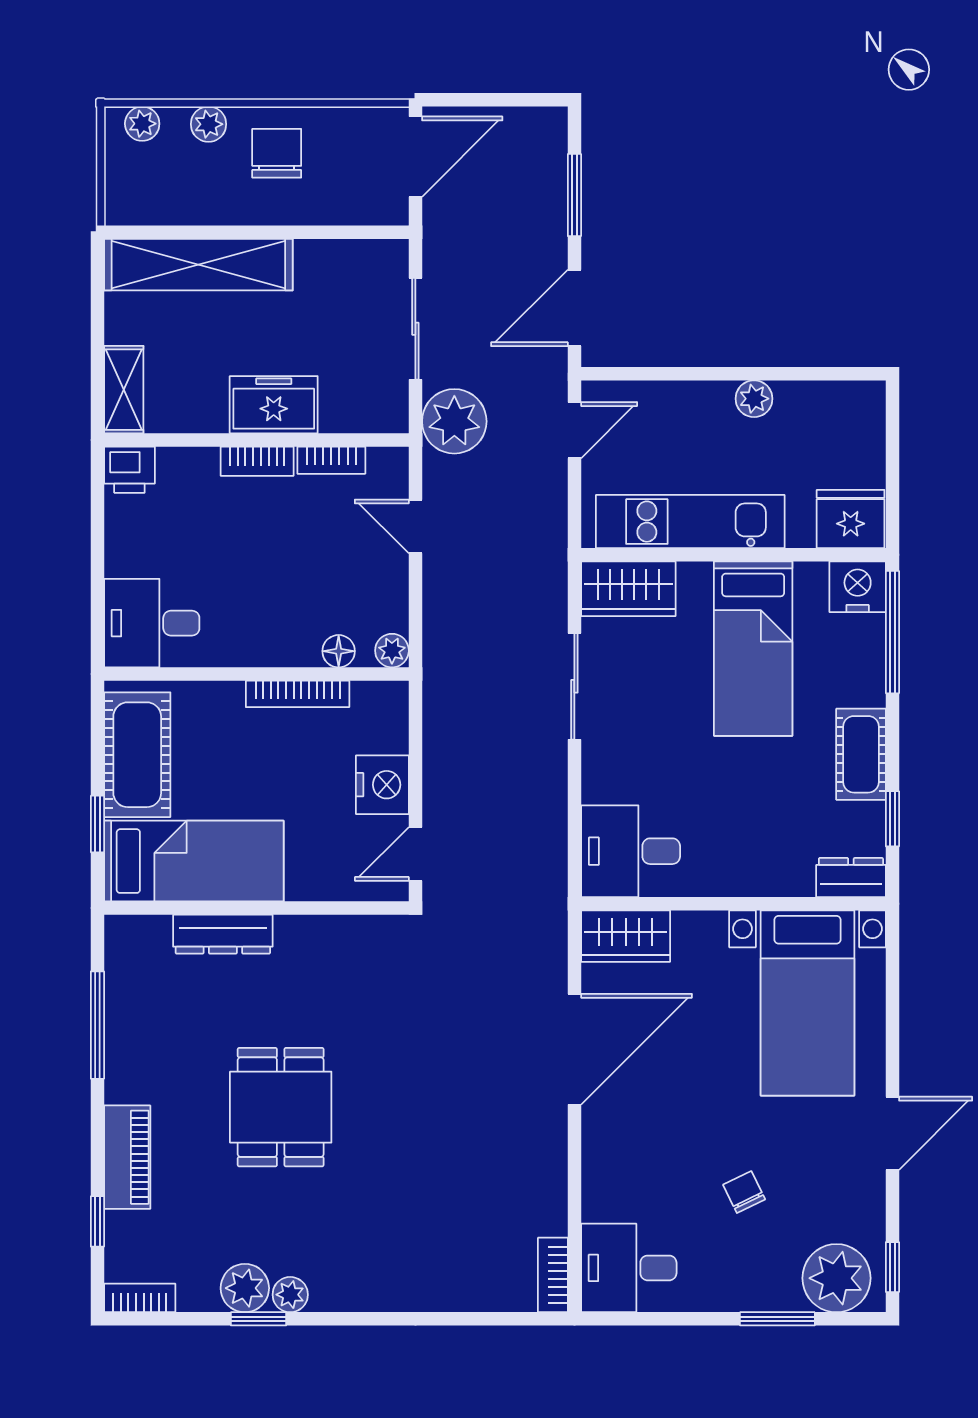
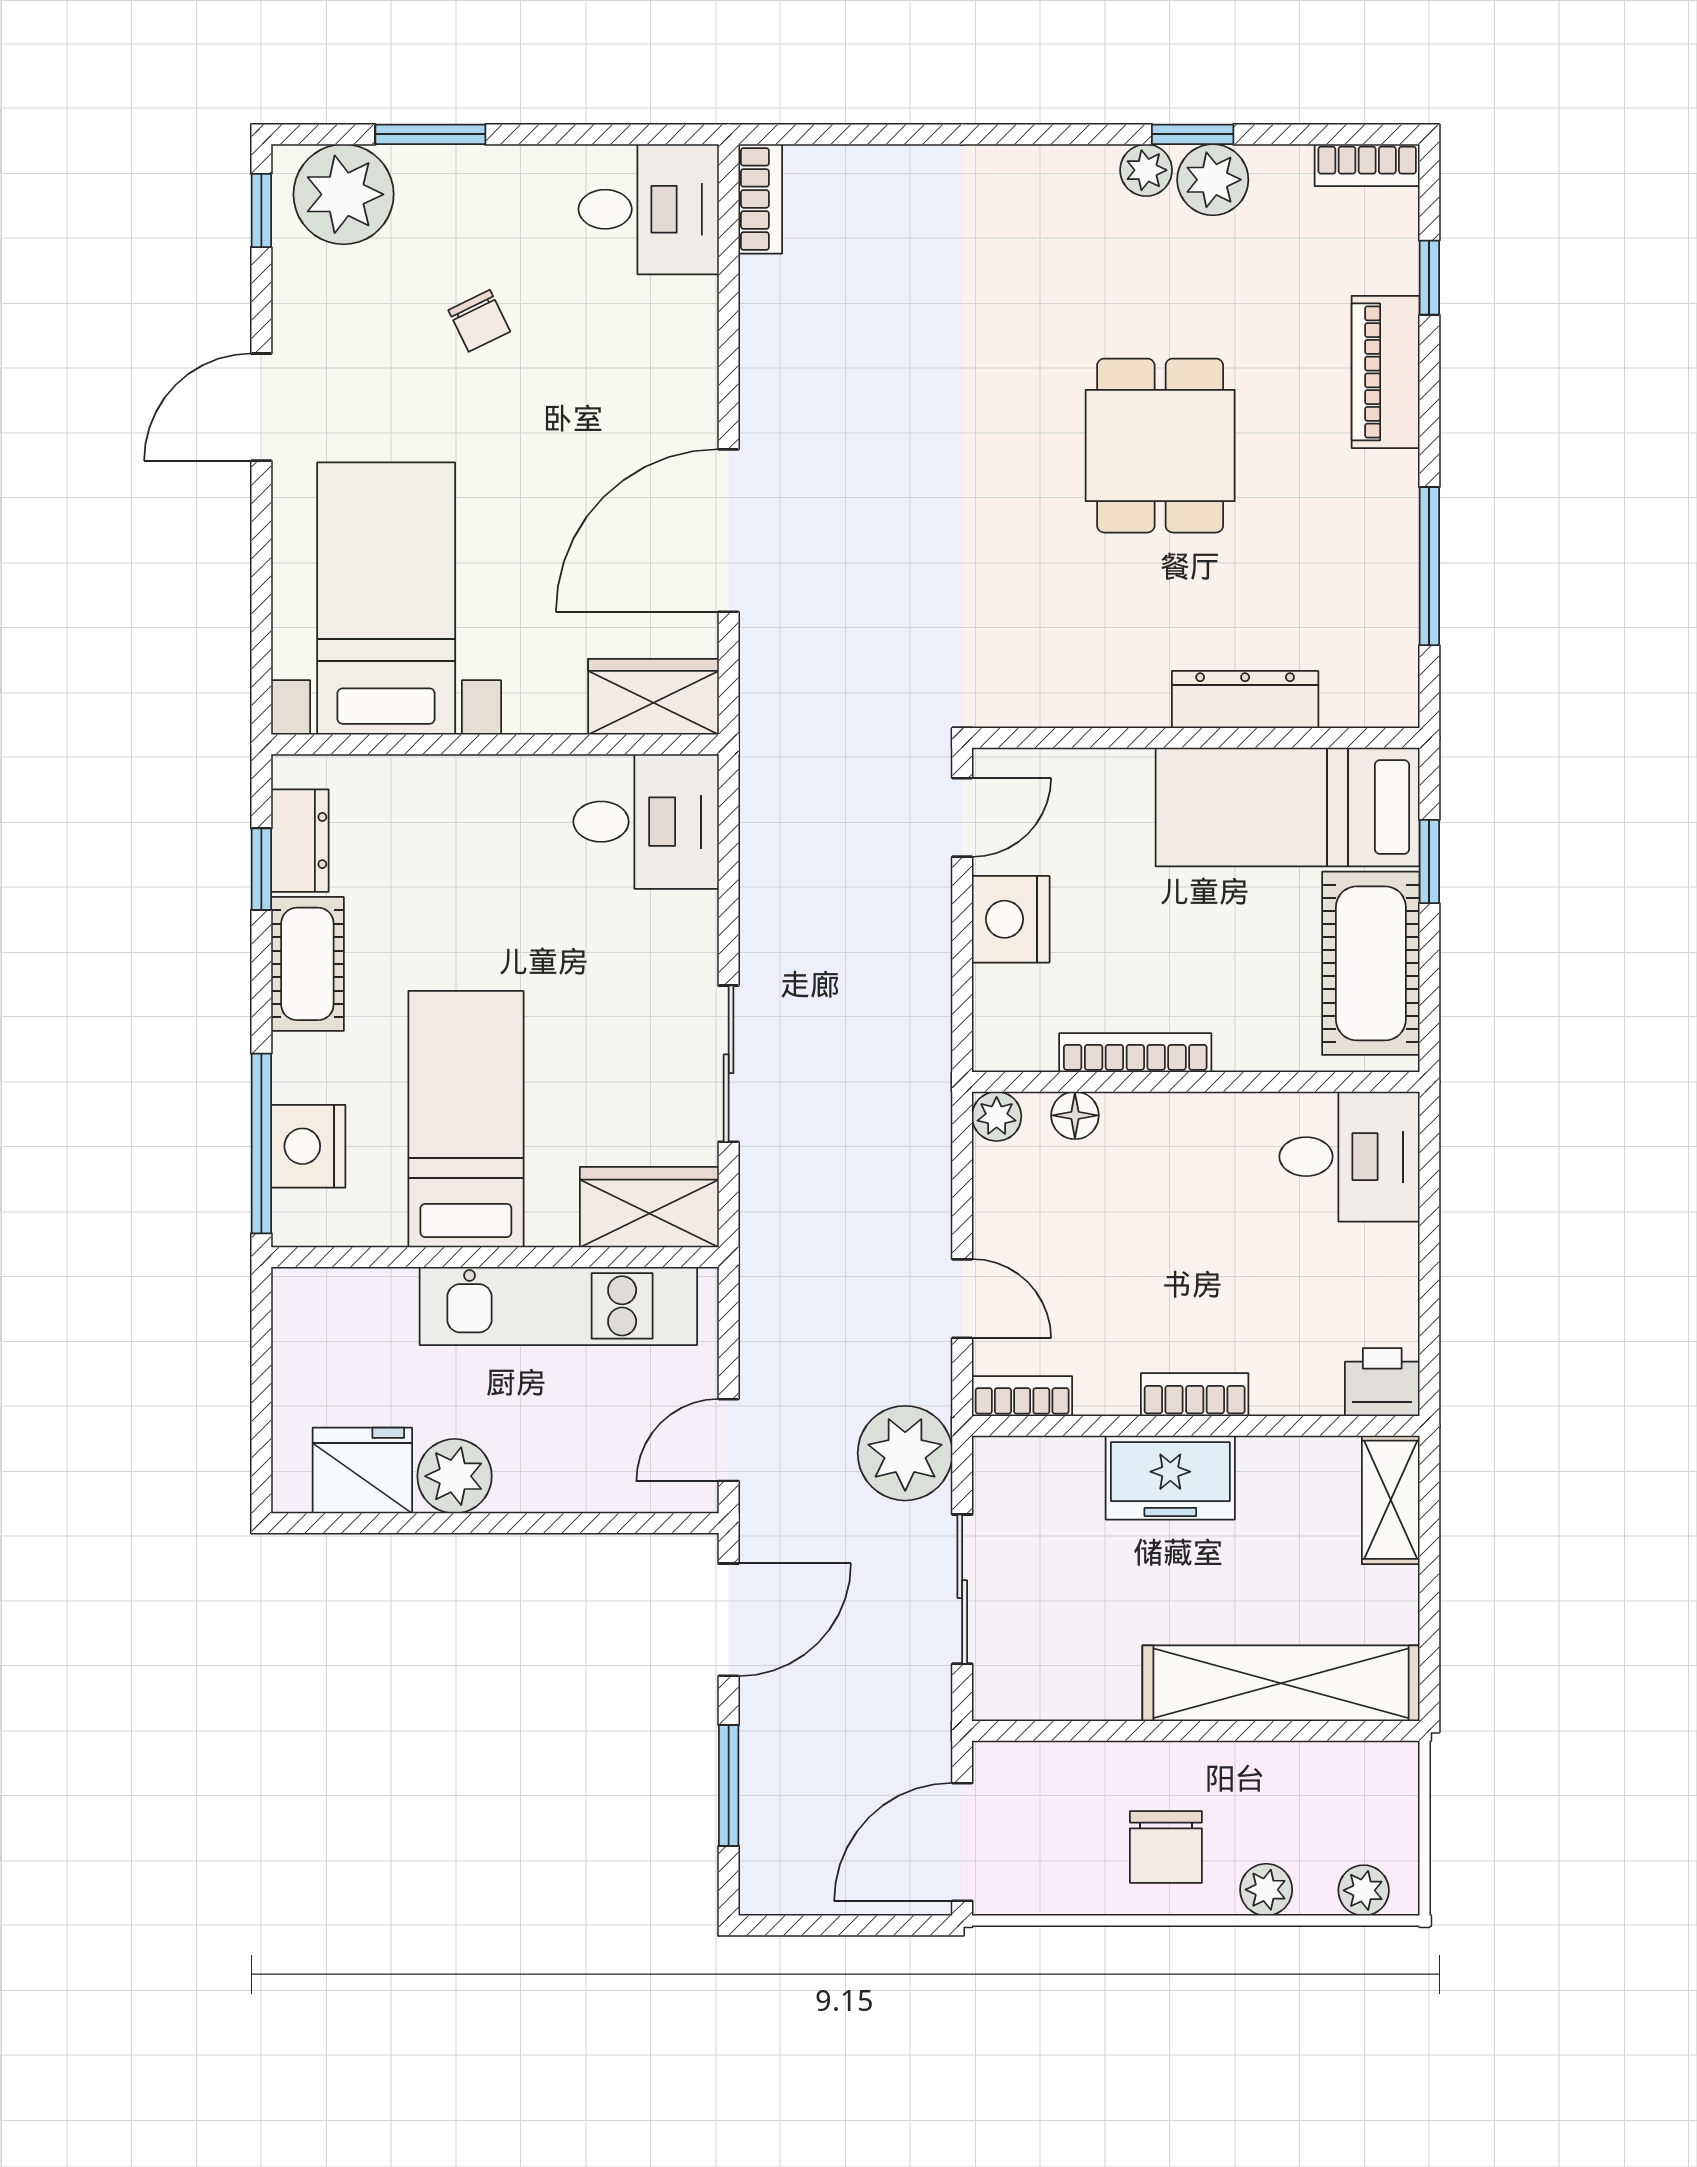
plant: (754, 399) -> (455, 1476), width x1.38, depth x1.38
bookcase: (331, 460) -> (1022, 1396), moved
fridge: (851, 519) -> (362, 1471), moved, turned 180
nightstand: (858, 587) -> (308, 1146), moved, turned 90
dresser: (851, 877) -> (300, 841), moved, turned -90

